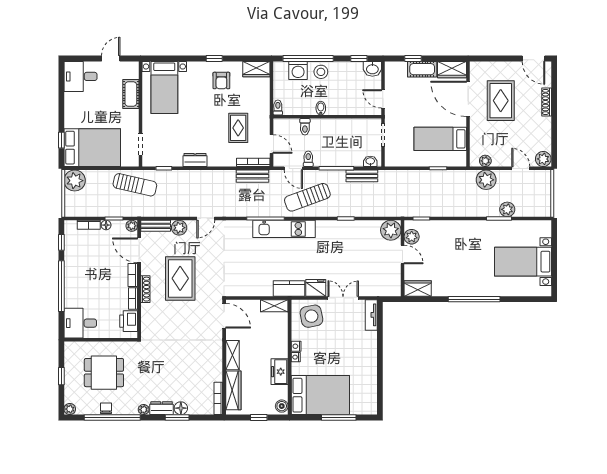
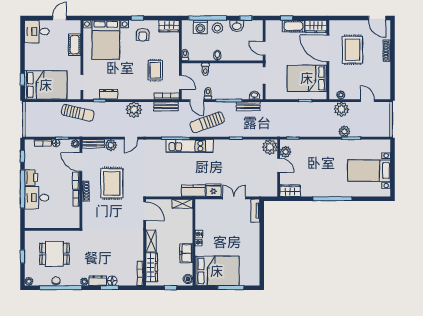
washbasin: (372, 69) -> (237, 26), moved
bed with nightstands: (164, 87) -> (106, 40), width x1.36
bed: (440, 139) -> (307, 78), width x1.50
plant: (543, 159) -> (384, 94), removed
dresser: (195, 160) -> (109, 94), moved
plant: (75, 181) -> (134, 110), moved
plant: (507, 209) -> (344, 131), moved
side table: (311, 316) -> (210, 212), removed
printer: (129, 321) -> (31, 178), moved, turned 180
desk: (80, 323) -> (37, 198), moved

